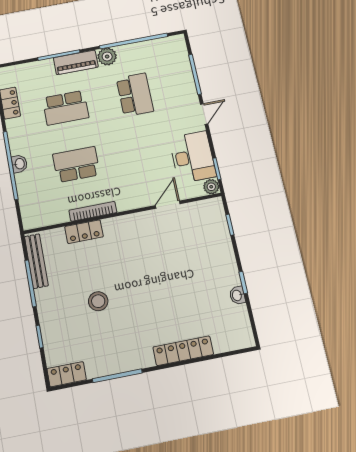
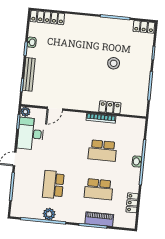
plant: (107, 57) -> (49, 214), moved
piano: (76, 62) -> (99, 219), moved
school desk: (66, 108) -> (99, 189), turned 180
bench: (36, 261) -> (29, 74), moved
locker: (183, 351) -> (47, 17), moved

